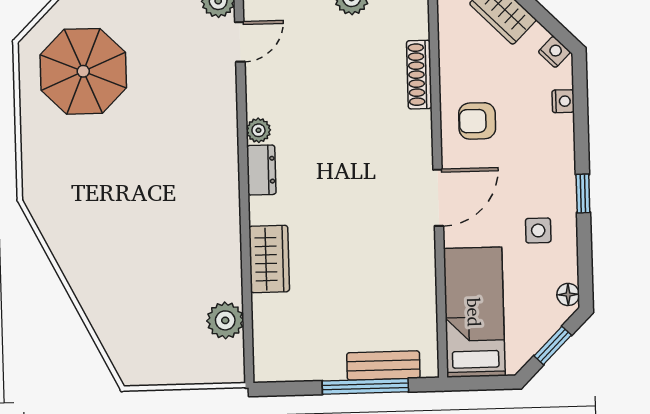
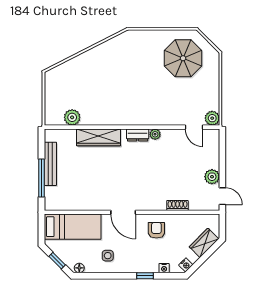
shoe rack: (419, 75) -> (177, 205), width x0.70
window: (583, 193) -> (145, 276), moved
wardrobe: (269, 259) -> (98, 137), width x1.50
bench: (383, 366) -> (50, 164), moved, width x1.36

